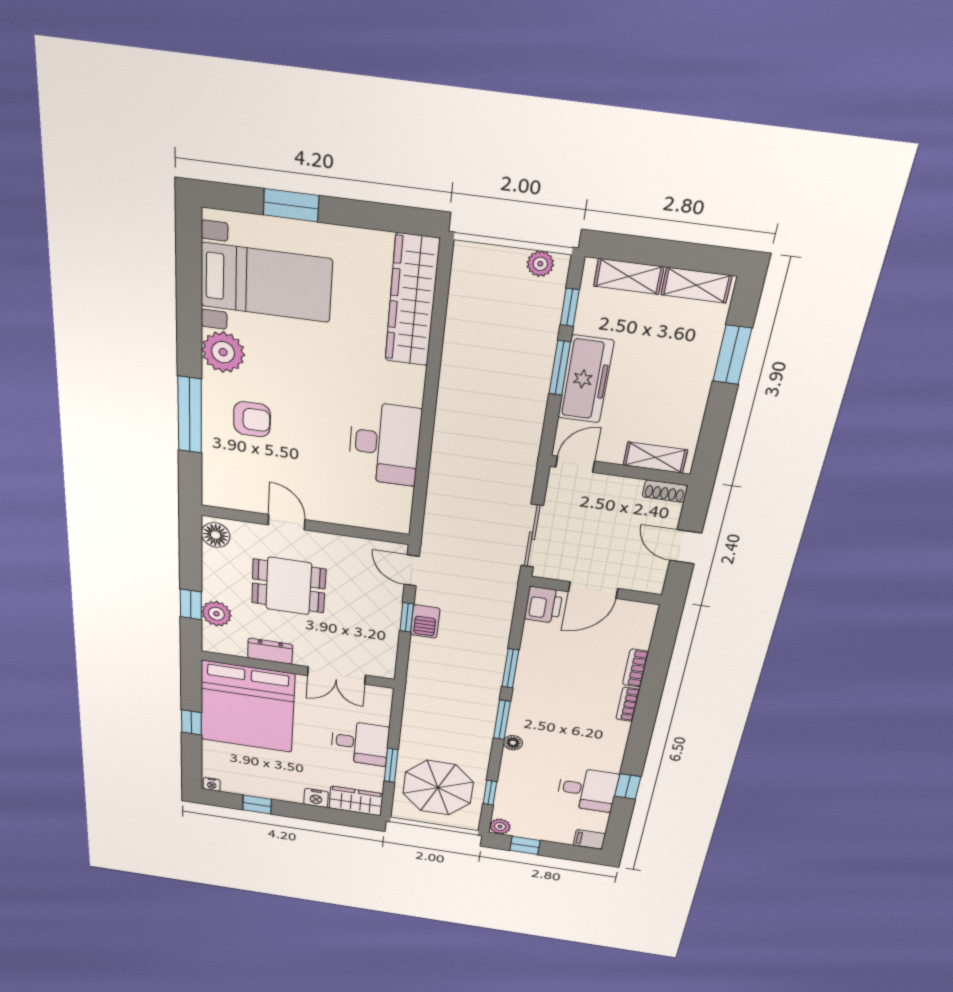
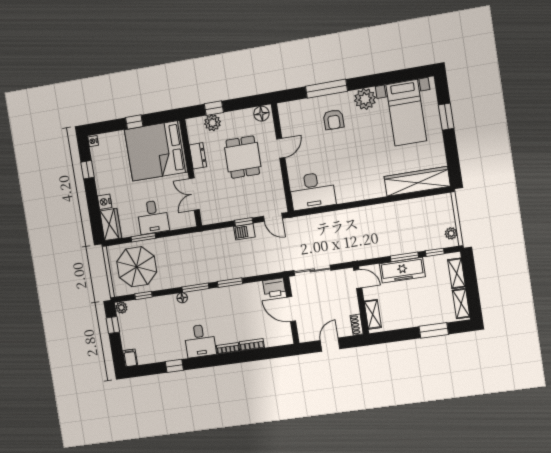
desk: (385, 444) -> (312, 191), moved
door: (412, 570) -> (273, 217), swing flipped
desk: (587, 790) -> (200, 341), moved

